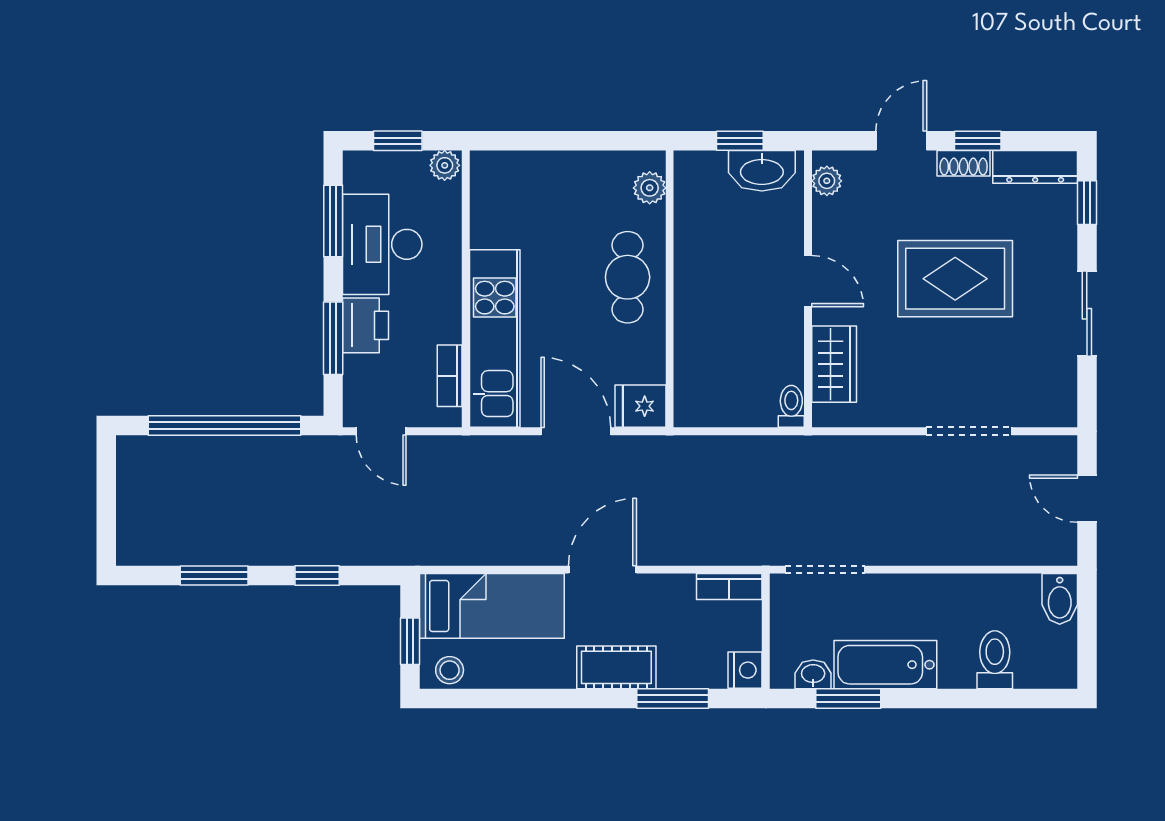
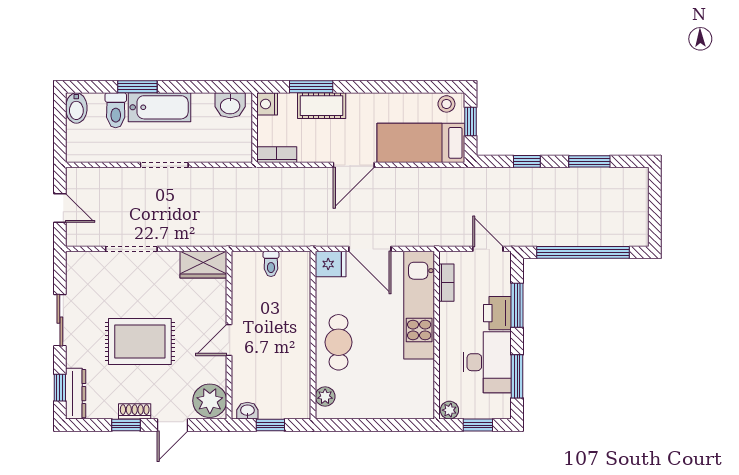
dresser: (1035, 167) -> (76, 394), moved, turned 90
washbasin: (762, 171) -> (247, 411), width x0.52, depth x0.69
plant: (827, 181) -> (210, 401), width x1.87, depth x1.87
door: (808, 281) -> (229, 340), hinge flipped
wardrobe: (834, 364) -> (203, 265), moved, turned -90
toilet: (791, 406) -> (271, 264), moved
doorway: (825, 570) -> (164, 165), moved
bidet: (1060, 599) -> (76, 108), moved, turned 180
bathtub: (885, 665) -> (159, 107), moved
cot: (616, 667) -> (322, 106), moved
washbasin: (813, 674) -> (230, 105), width x1.38, depth x1.45
window: (848, 698) -> (137, 87), moved

